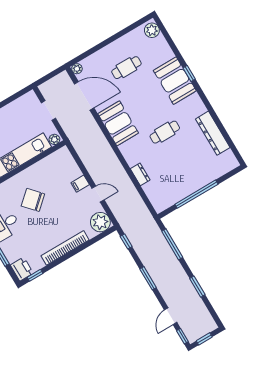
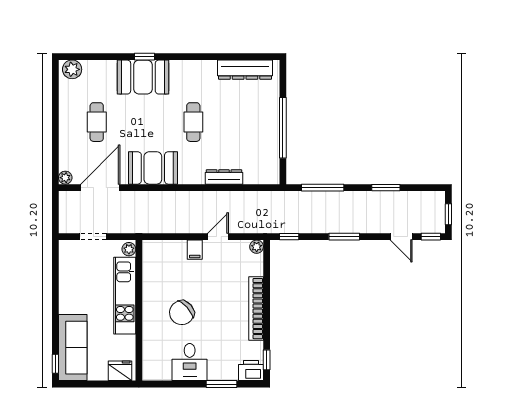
dresser: (213, 133) -> (245, 70), moved
dresser: (140, 174) -> (224, 177), width x1.44
plant: (100, 222) -> (257, 247), width x0.53, depth x0.53

